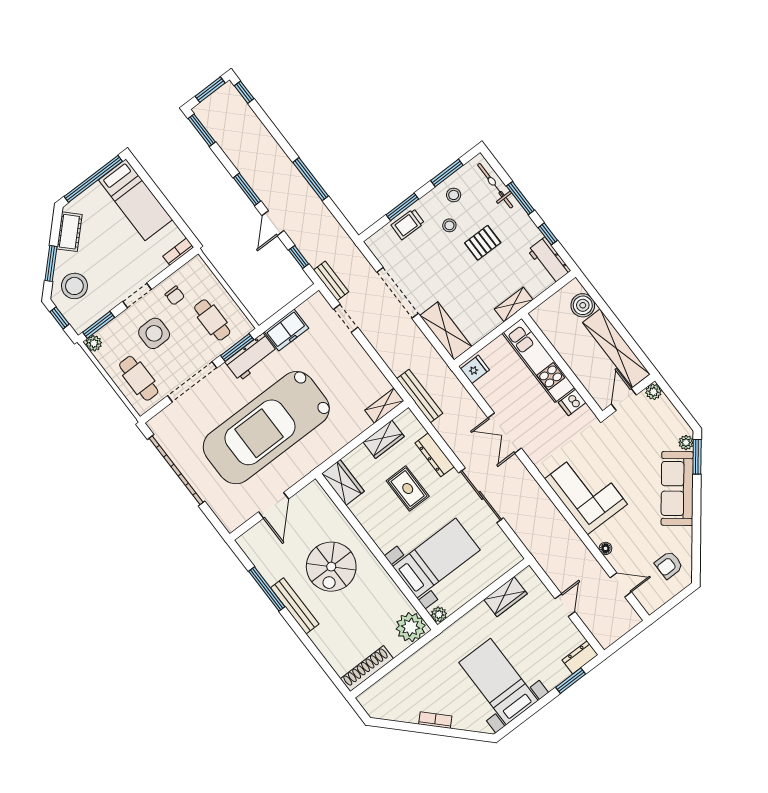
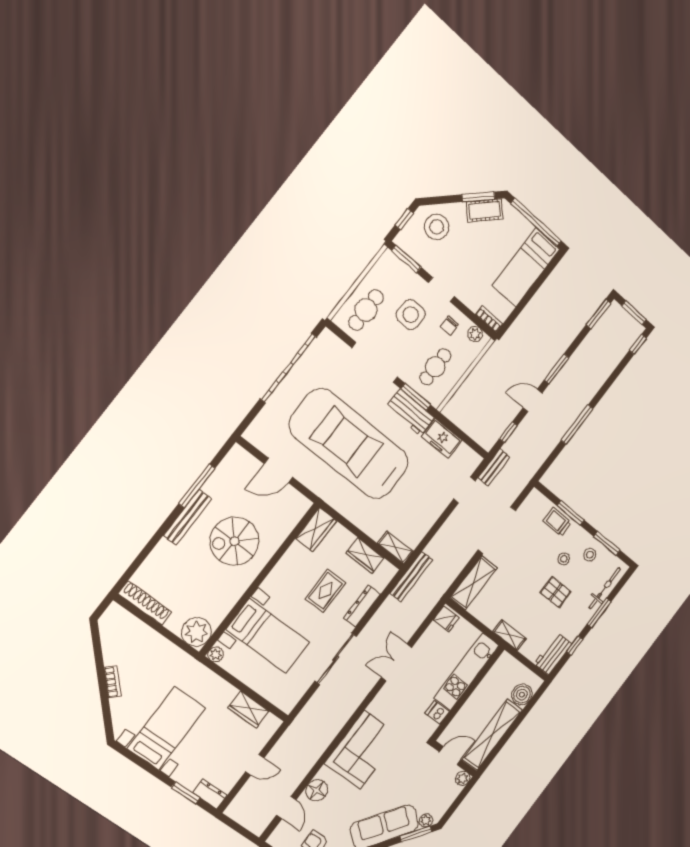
window: (51, 263) -> (478, 197), moved
plant: (94, 343) -> (475, 334), moved
floor lamp: (606, 548) -> (317, 790), width x1.89, depth x1.89

